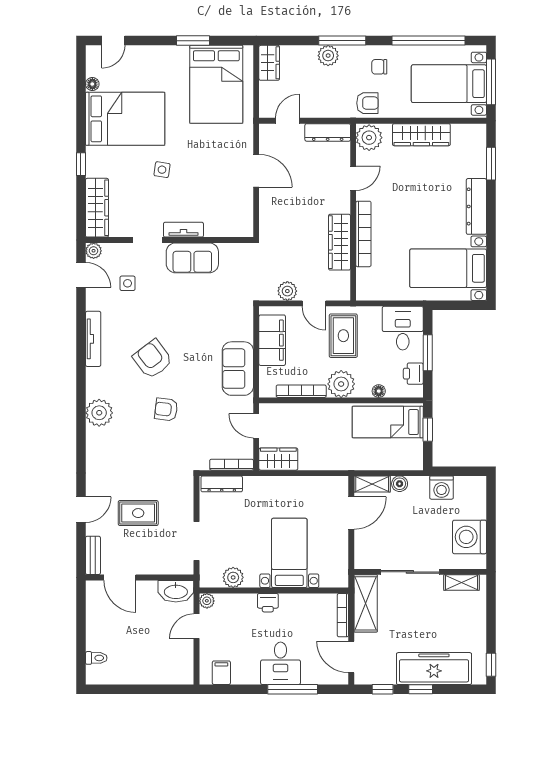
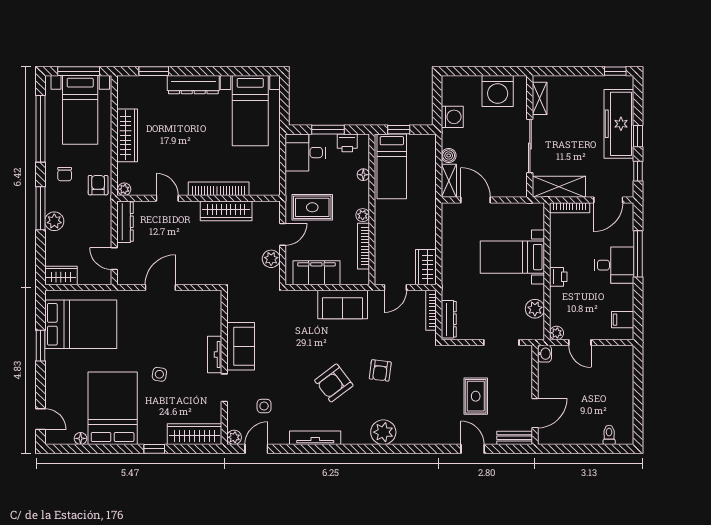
plant: (369, 138) -> (124, 189), width x0.53, depth x0.53
plant: (341, 384) -> (363, 215), width x0.53, depth x0.53
washbasin: (176, 591) -> (544, 354), width x0.52, depth x0.69

